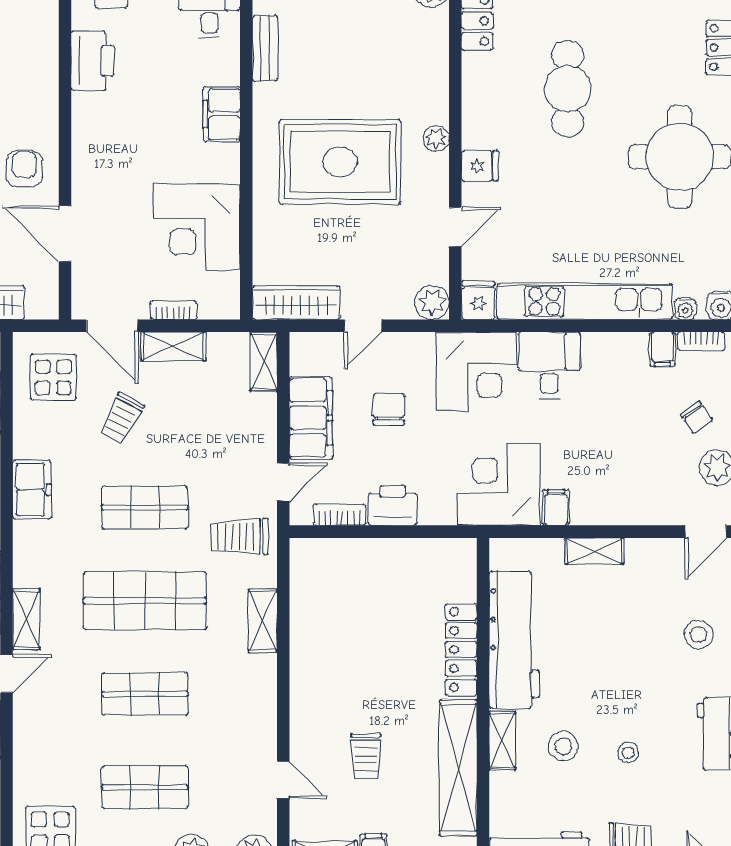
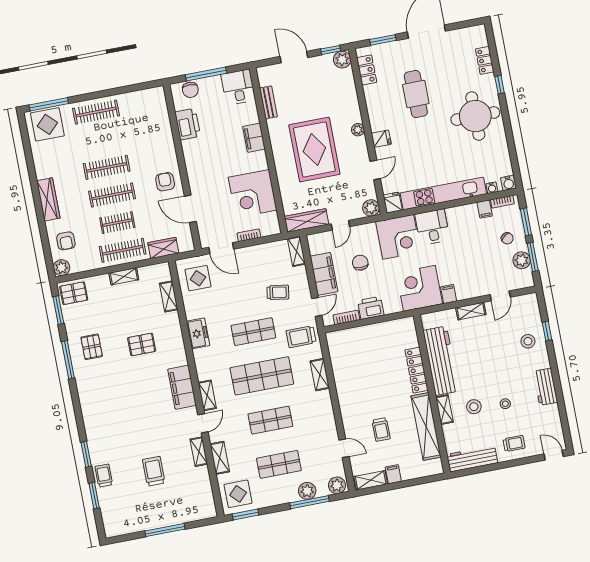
rug: (340, 162) -> (314, 150), turned 90
shelving: (173, 346) -> (220, 458), moved, turned 90
trolley: (122, 418) -> (278, 292), moved, turned -109
door: (706, 532) -> (500, 296), moved

